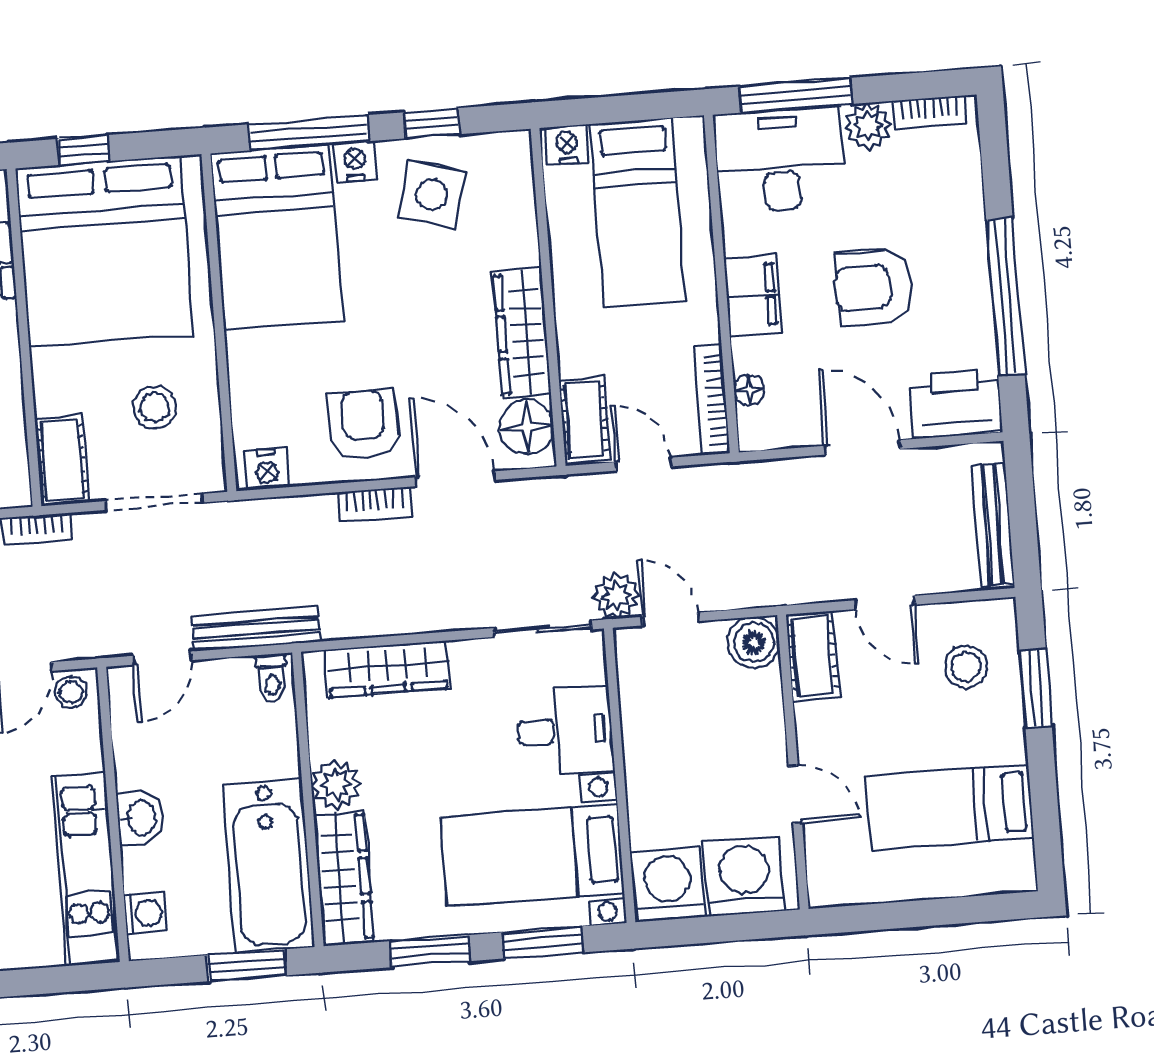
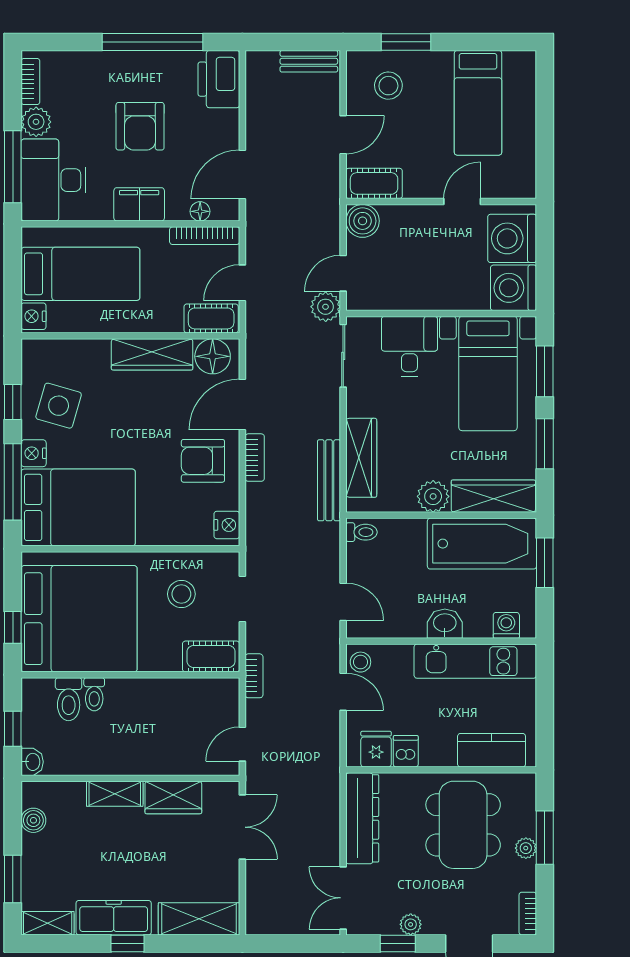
door: (862, 447) -> (242, 174), moved
doorway: (154, 502) -> (242, 599), width x0.73
bench: (993, 525) -> (309, 61), width x0.73
bench: (256, 629) -> (329, 480), moved

